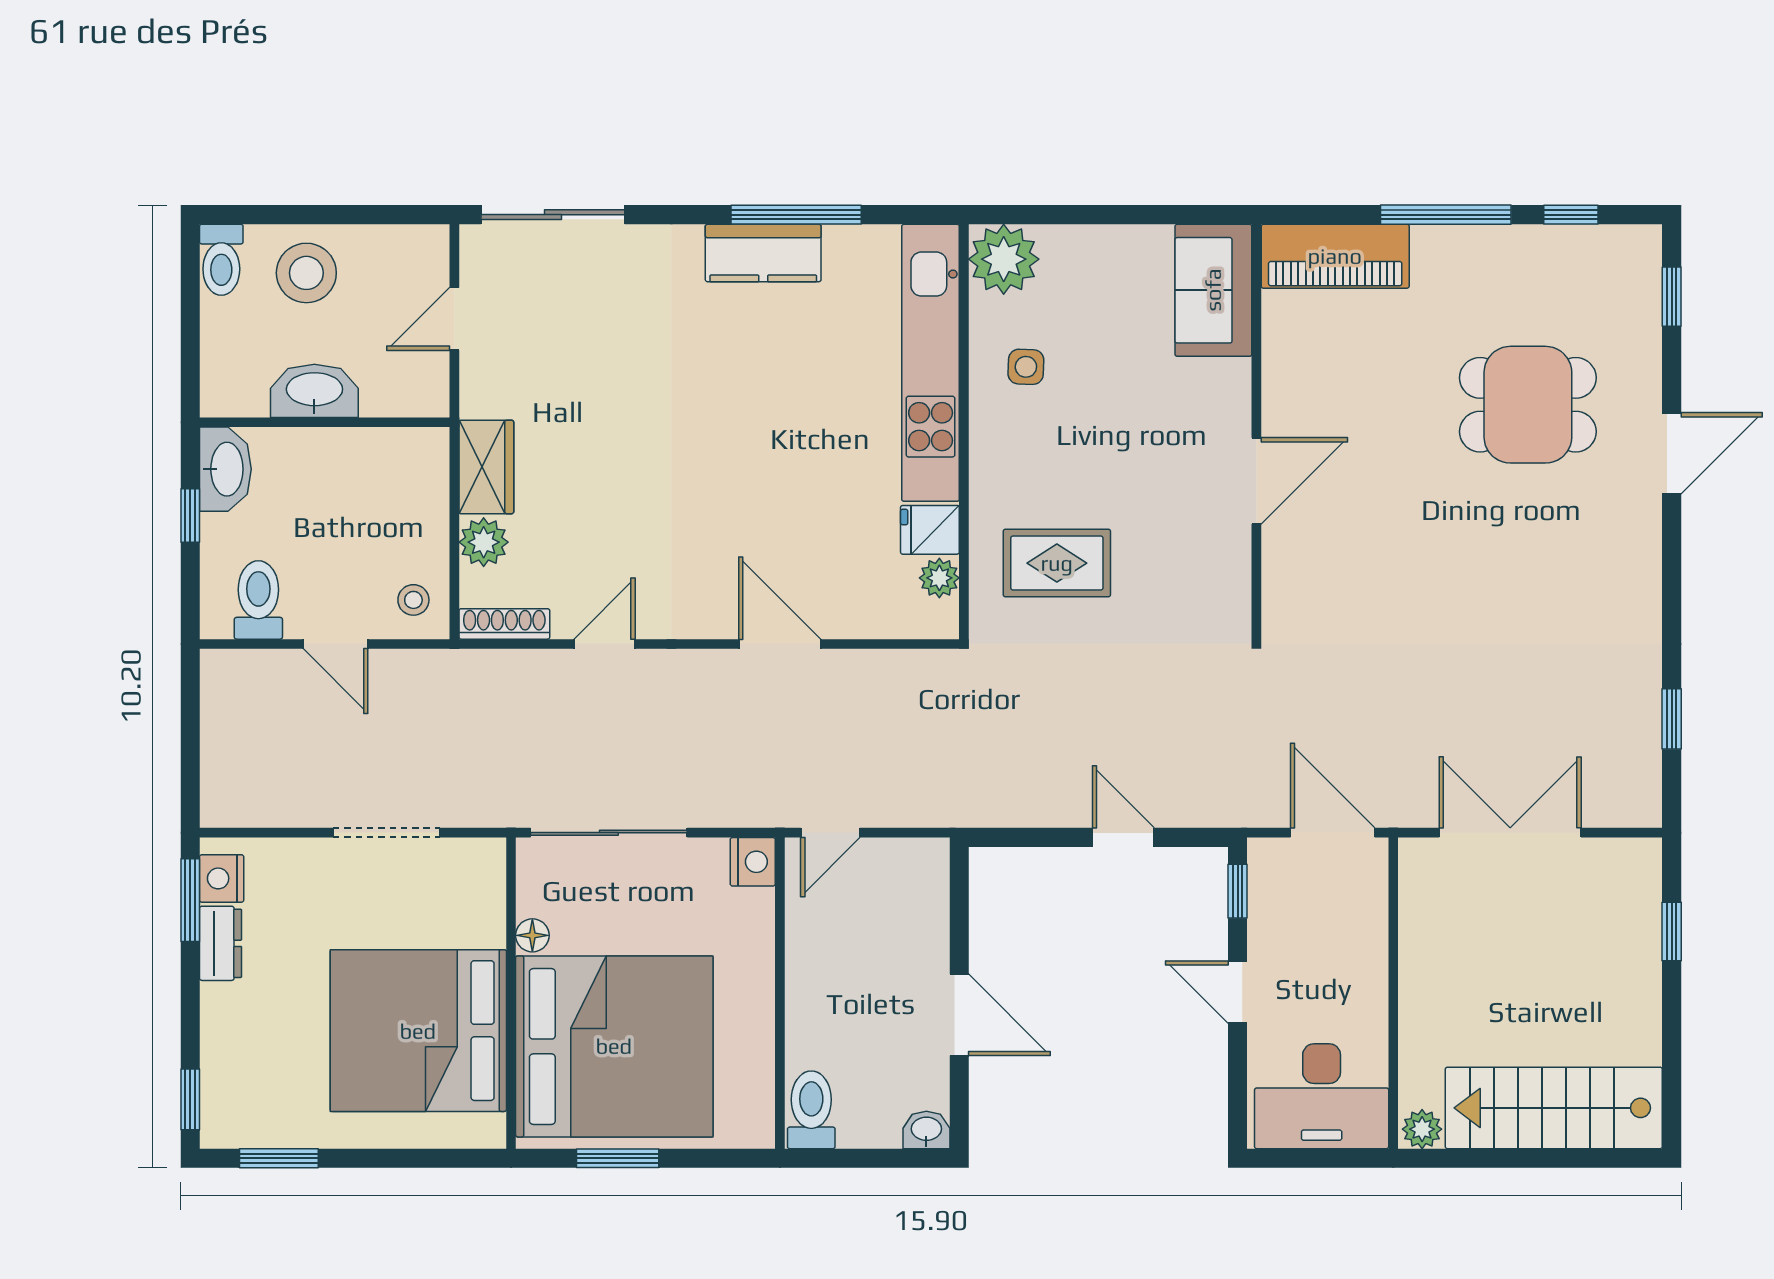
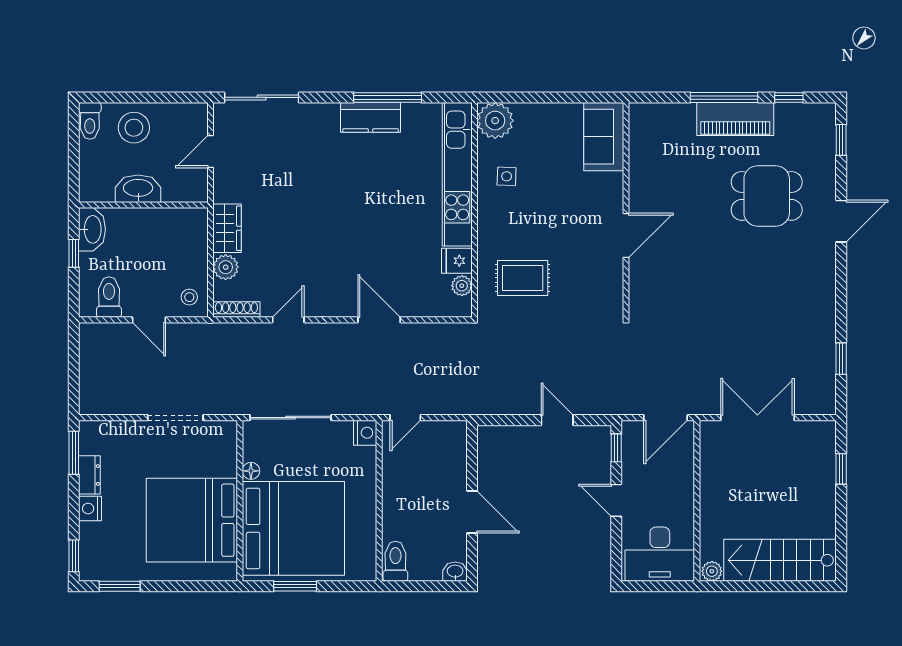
piano: (1335, 256) -> (735, 119), moved
door: (1333, 833) -> (665, 418), swing flipped
nightstand: (222, 878) -> (90, 509), moved

